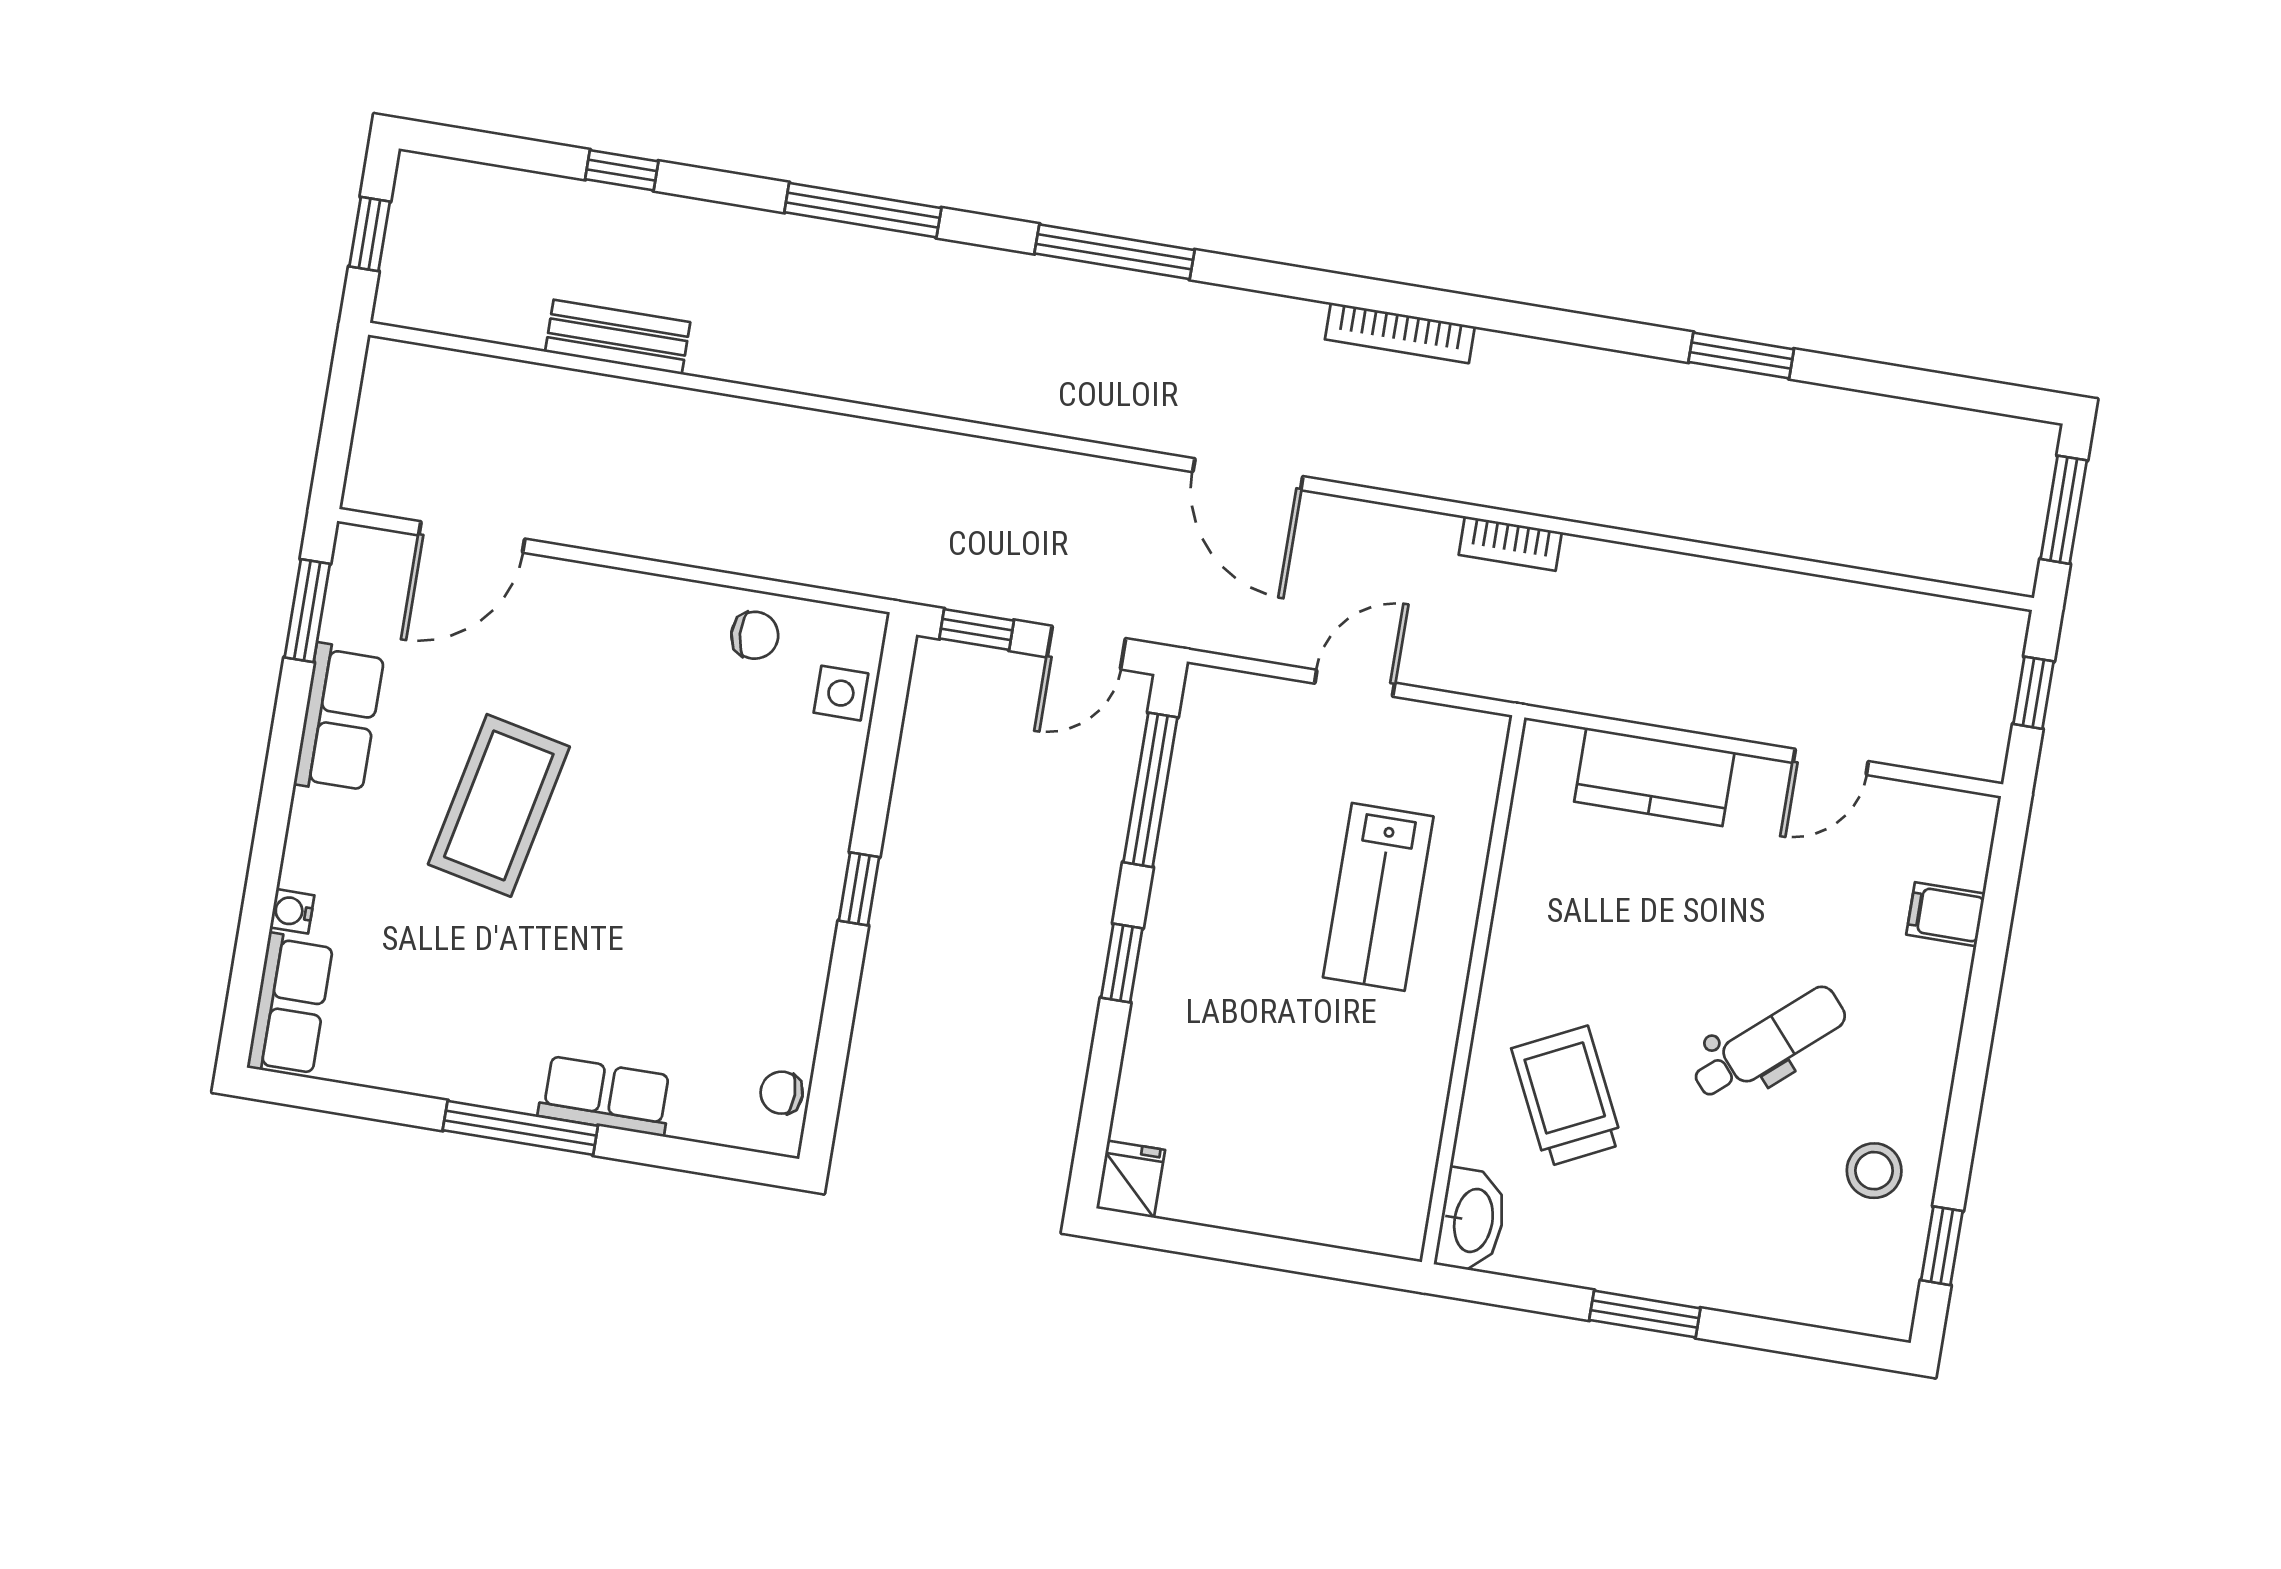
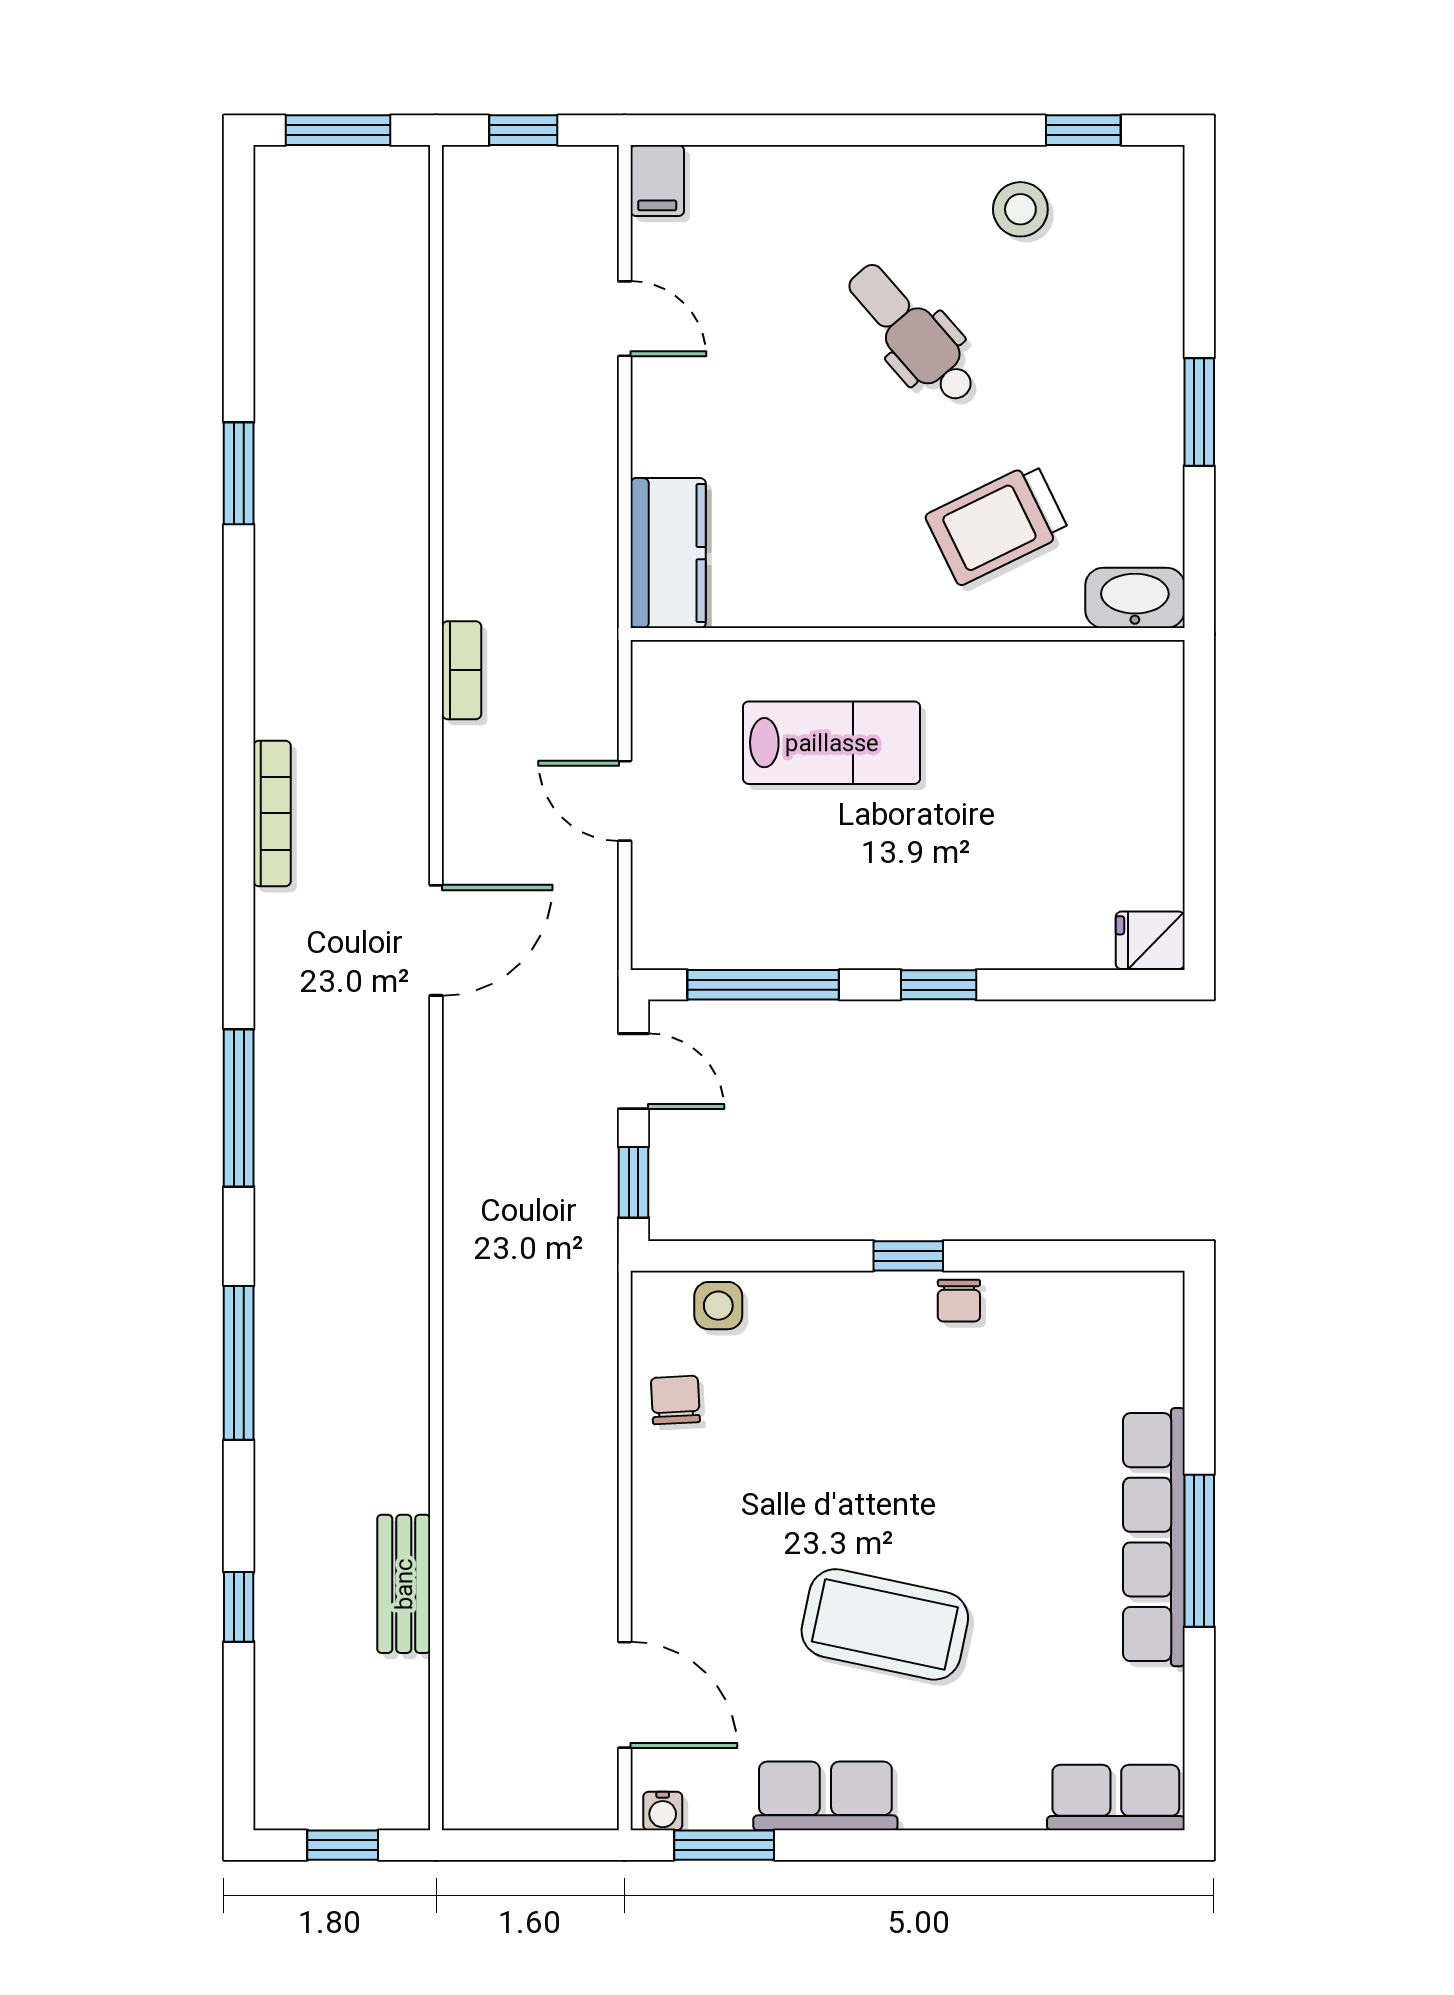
kitchen counter: (1654, 777) -> (668, 553), moved
water cooler: (292, 911) -> (663, 1811), moved
filing cabinet: (1946, 914) -> (657, 181), moved
chair: (782, 1093) -> (959, 1301), moved
row of seats: (606, 1096) -> (1154, 1537), width x2.02

